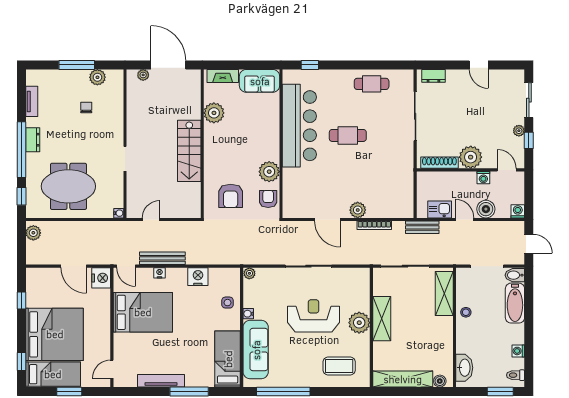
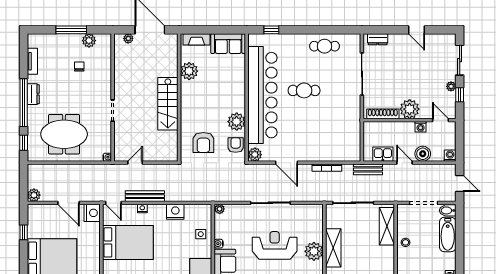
bar counter: (299, 126) -> (262, 95), width x1.36
plant: (358, 210) -> (255, 155), moved
plant: (33, 233) -> (34, 195), moved

